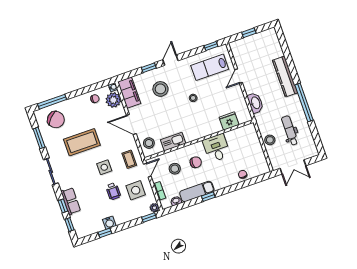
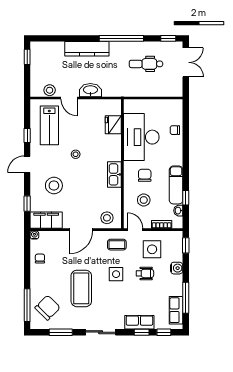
window: (249, 33) -> (27, 57), moved
window: (211, 46) -> (27, 136), moved
door: (170, 60) -> (27, 164), hinge flipped
window: (149, 68) -> (27, 204), moved
plant: (113, 100) -> (48, 239), removed
washbasin: (255, 103) -> (90, 90), moved
stool: (270, 140) -> (50, 90), moved
kitchen sink: (173, 142) -> (114, 174), moved
window: (318, 142) -> (168, 38), added
desk: (216, 148) -> (141, 137), width x1.87, depth x1.30
double door: (293, 167) -> (186, 62), moved
window: (208, 197) -> (186, 198), moved
plant: (154, 208) -> (178, 236), removed
water cooler: (109, 223) -> (177, 268), moved
row of seats: (92, 228) -> (176, 310), added
window: (105, 233) -> (186, 298), width x2.17

